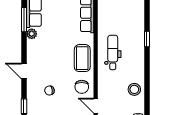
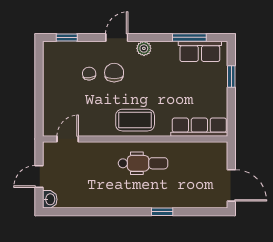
plant: (32, 34) -> (144, 48), moved
chair: (82, 87) -> (114, 73), moved, turned 90
stool: (134, 89) -> (91, 194), removed

